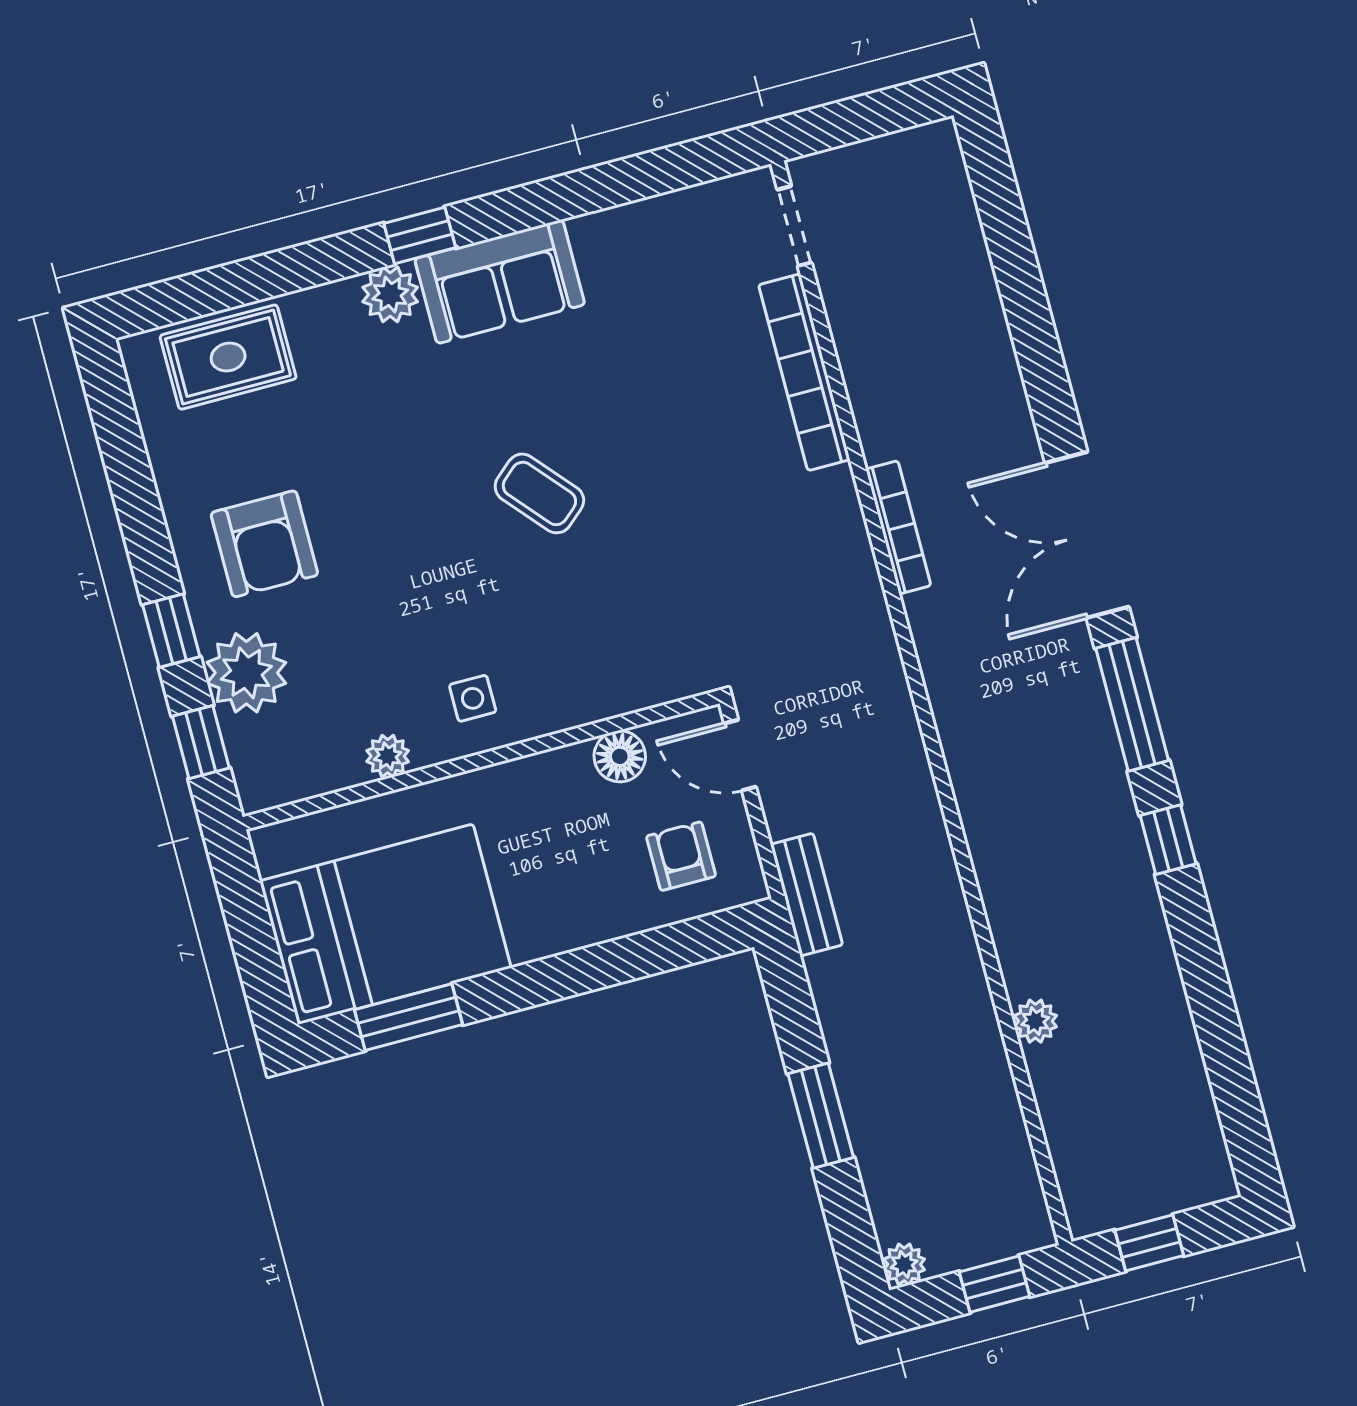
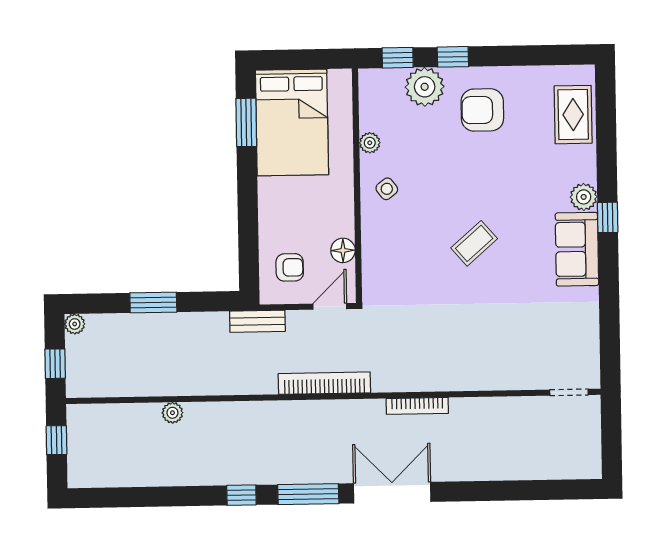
bookcase: (804, 372) -> (324, 383), moved
side table: (473, 698) -> (387, 189), turned -38

